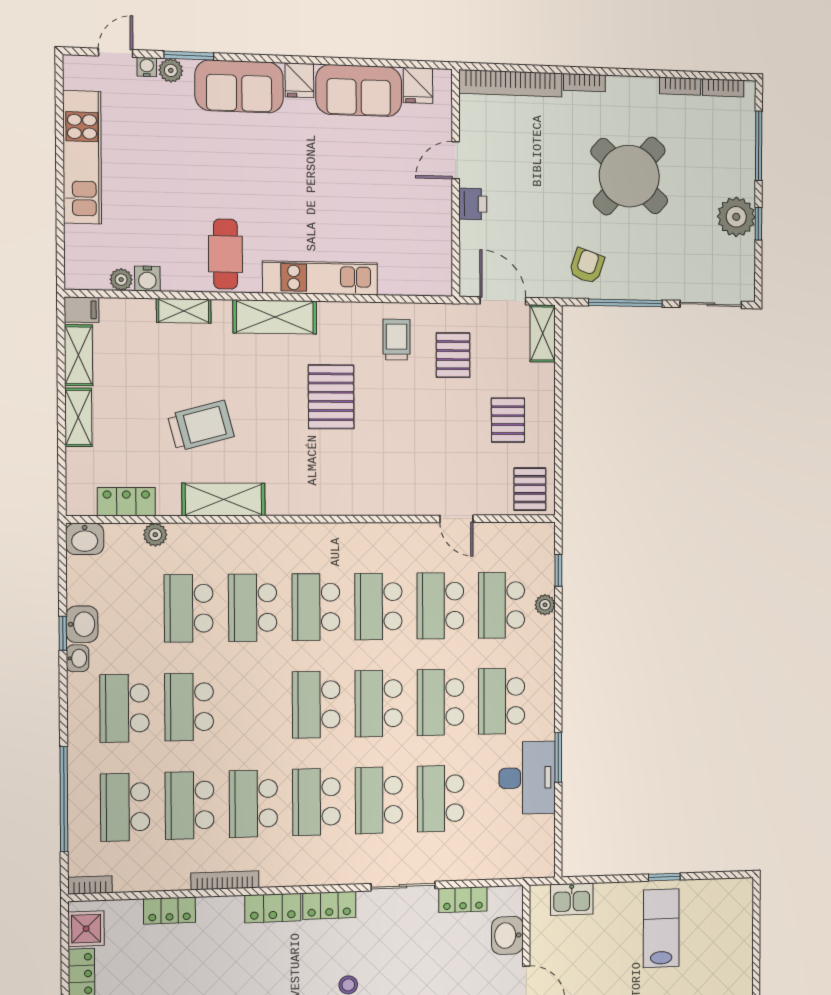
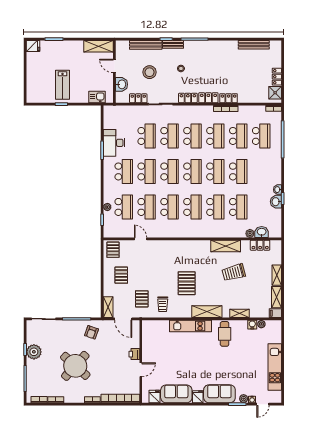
washbasin: (85, 539) -> (262, 232), moved
school desk: (124, 708) -> (215, 171), moved
locker: (169, 910) -> (229, 98), moved
stool: (433, 971) -> (149, 72), added

